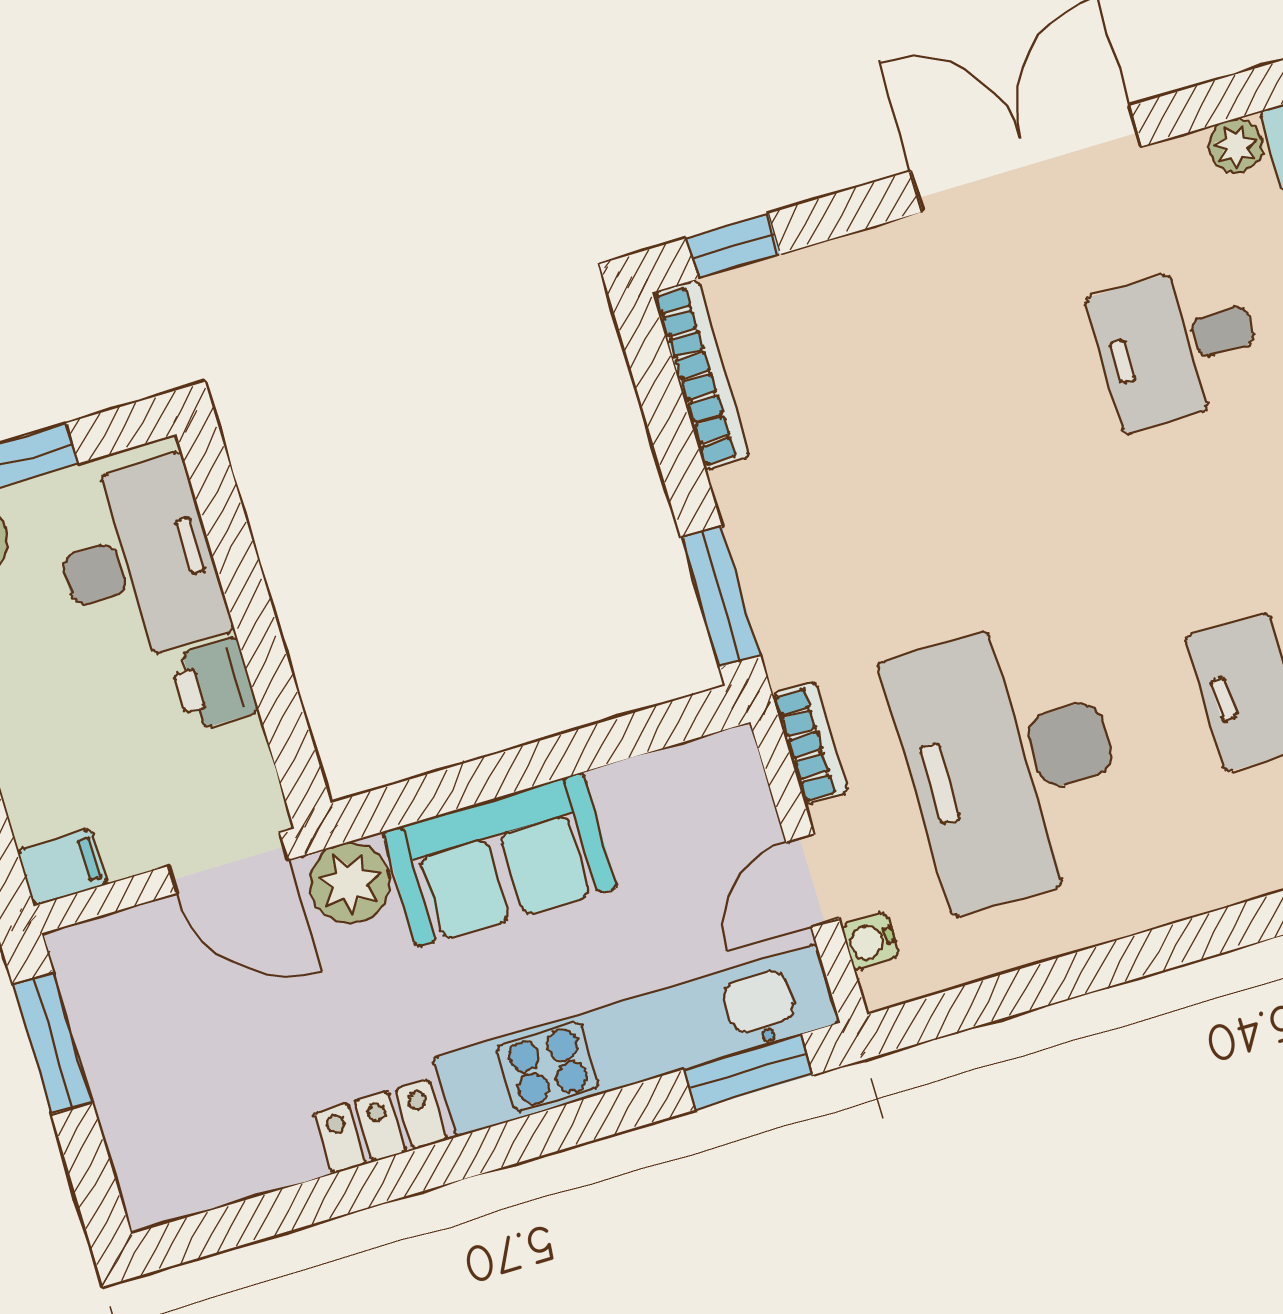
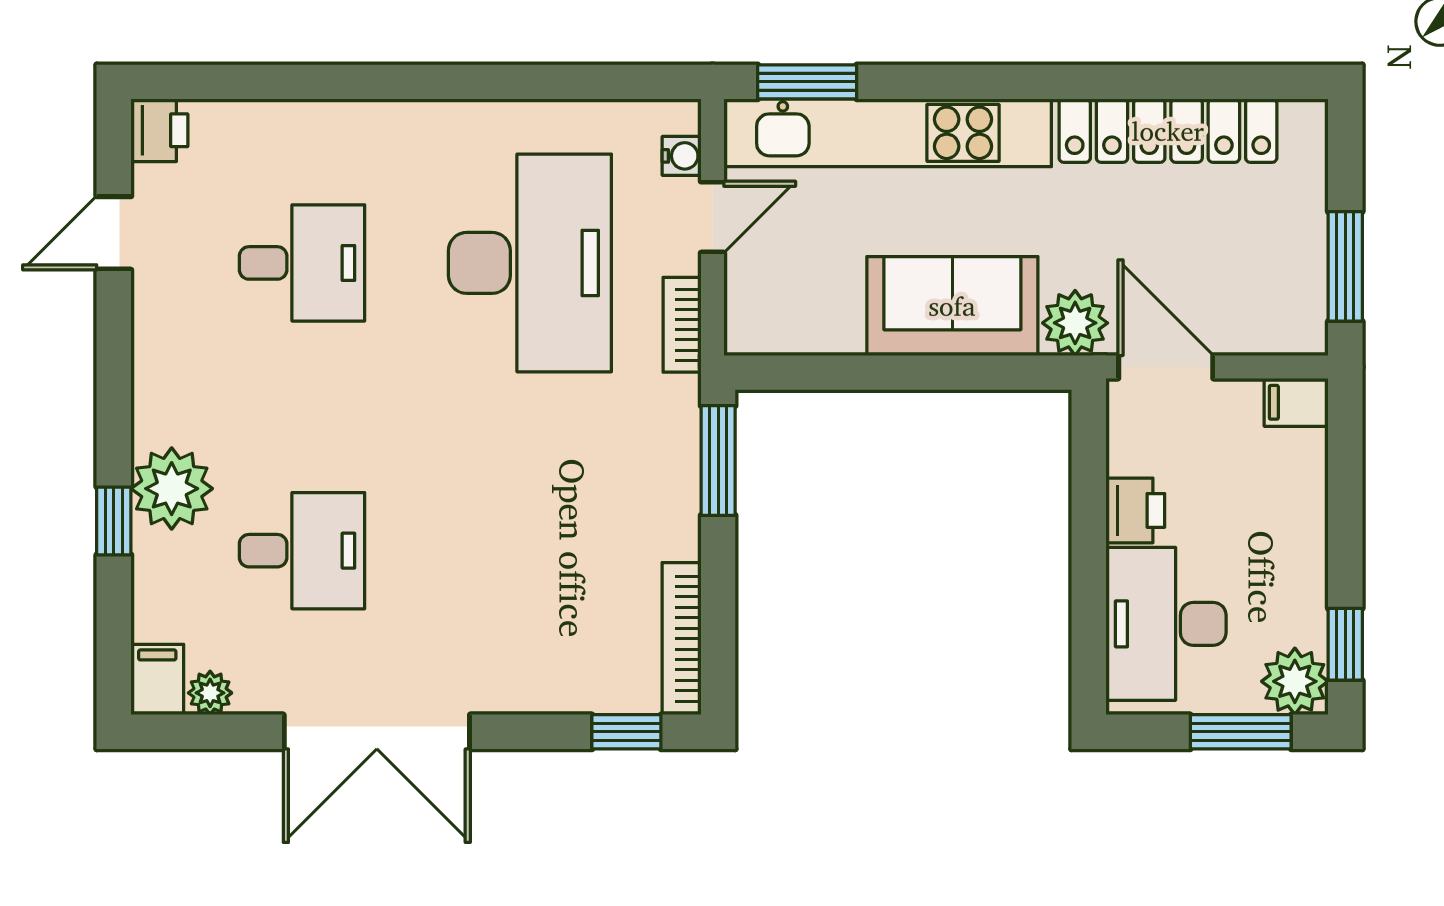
locker: (381, 1126) -> (1168, 131), width x2.16, depth x1.21

